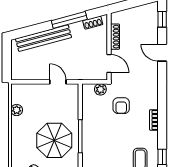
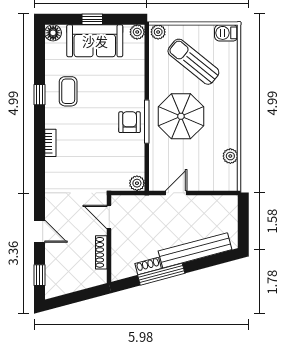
shoe rack: (93, 23) -> (148, 266), moved
door: (58, 82) -> (176, 193), swing flipped
plant: (100, 89) -> (137, 183), moved
armchair: (121, 106) -> (130, 122), moved

